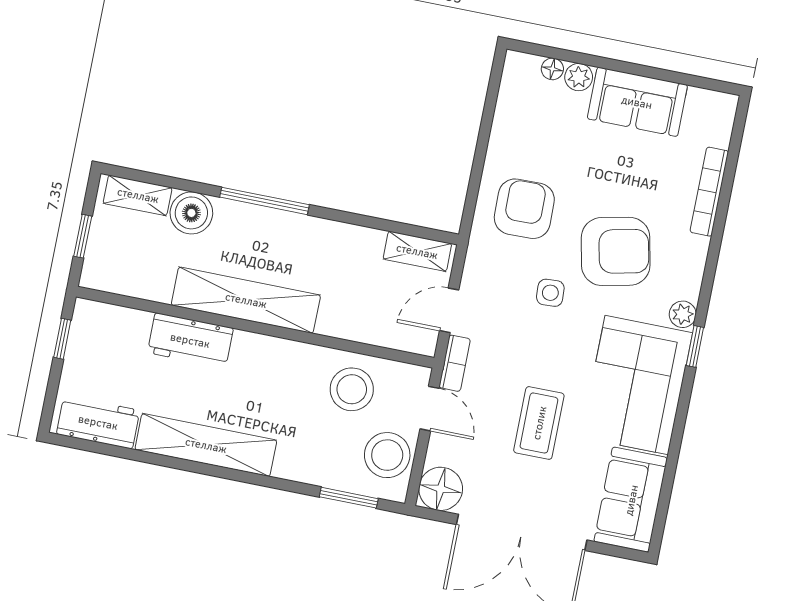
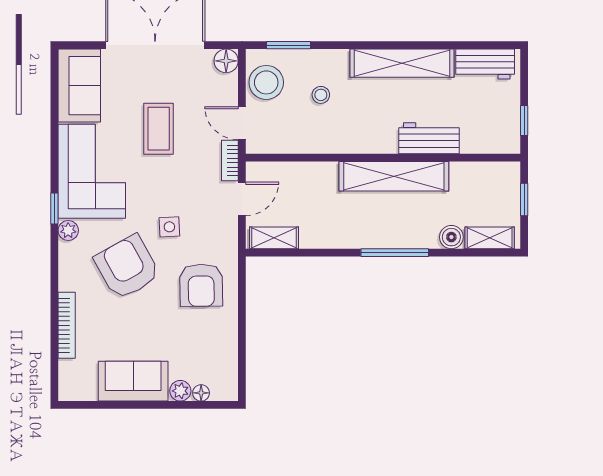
boiler: (191, 213) -> (451, 237), width x0.73, depth x0.73
armchair: (616, 251) -> (127, 267), turned 73
stool: (352, 389) -> (321, 95), moved, width x0.53, depth x0.53
floor lamp: (441, 489) -> (226, 61), width x0.73, depth x0.73

